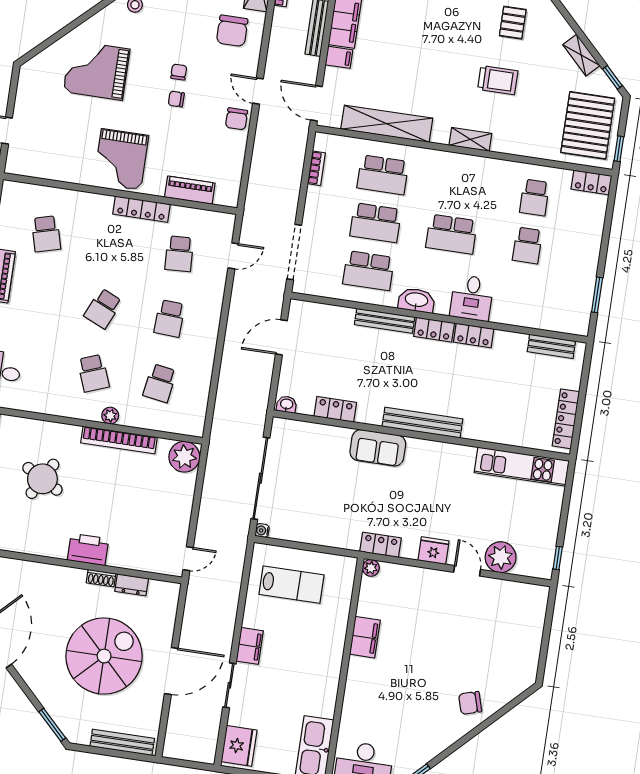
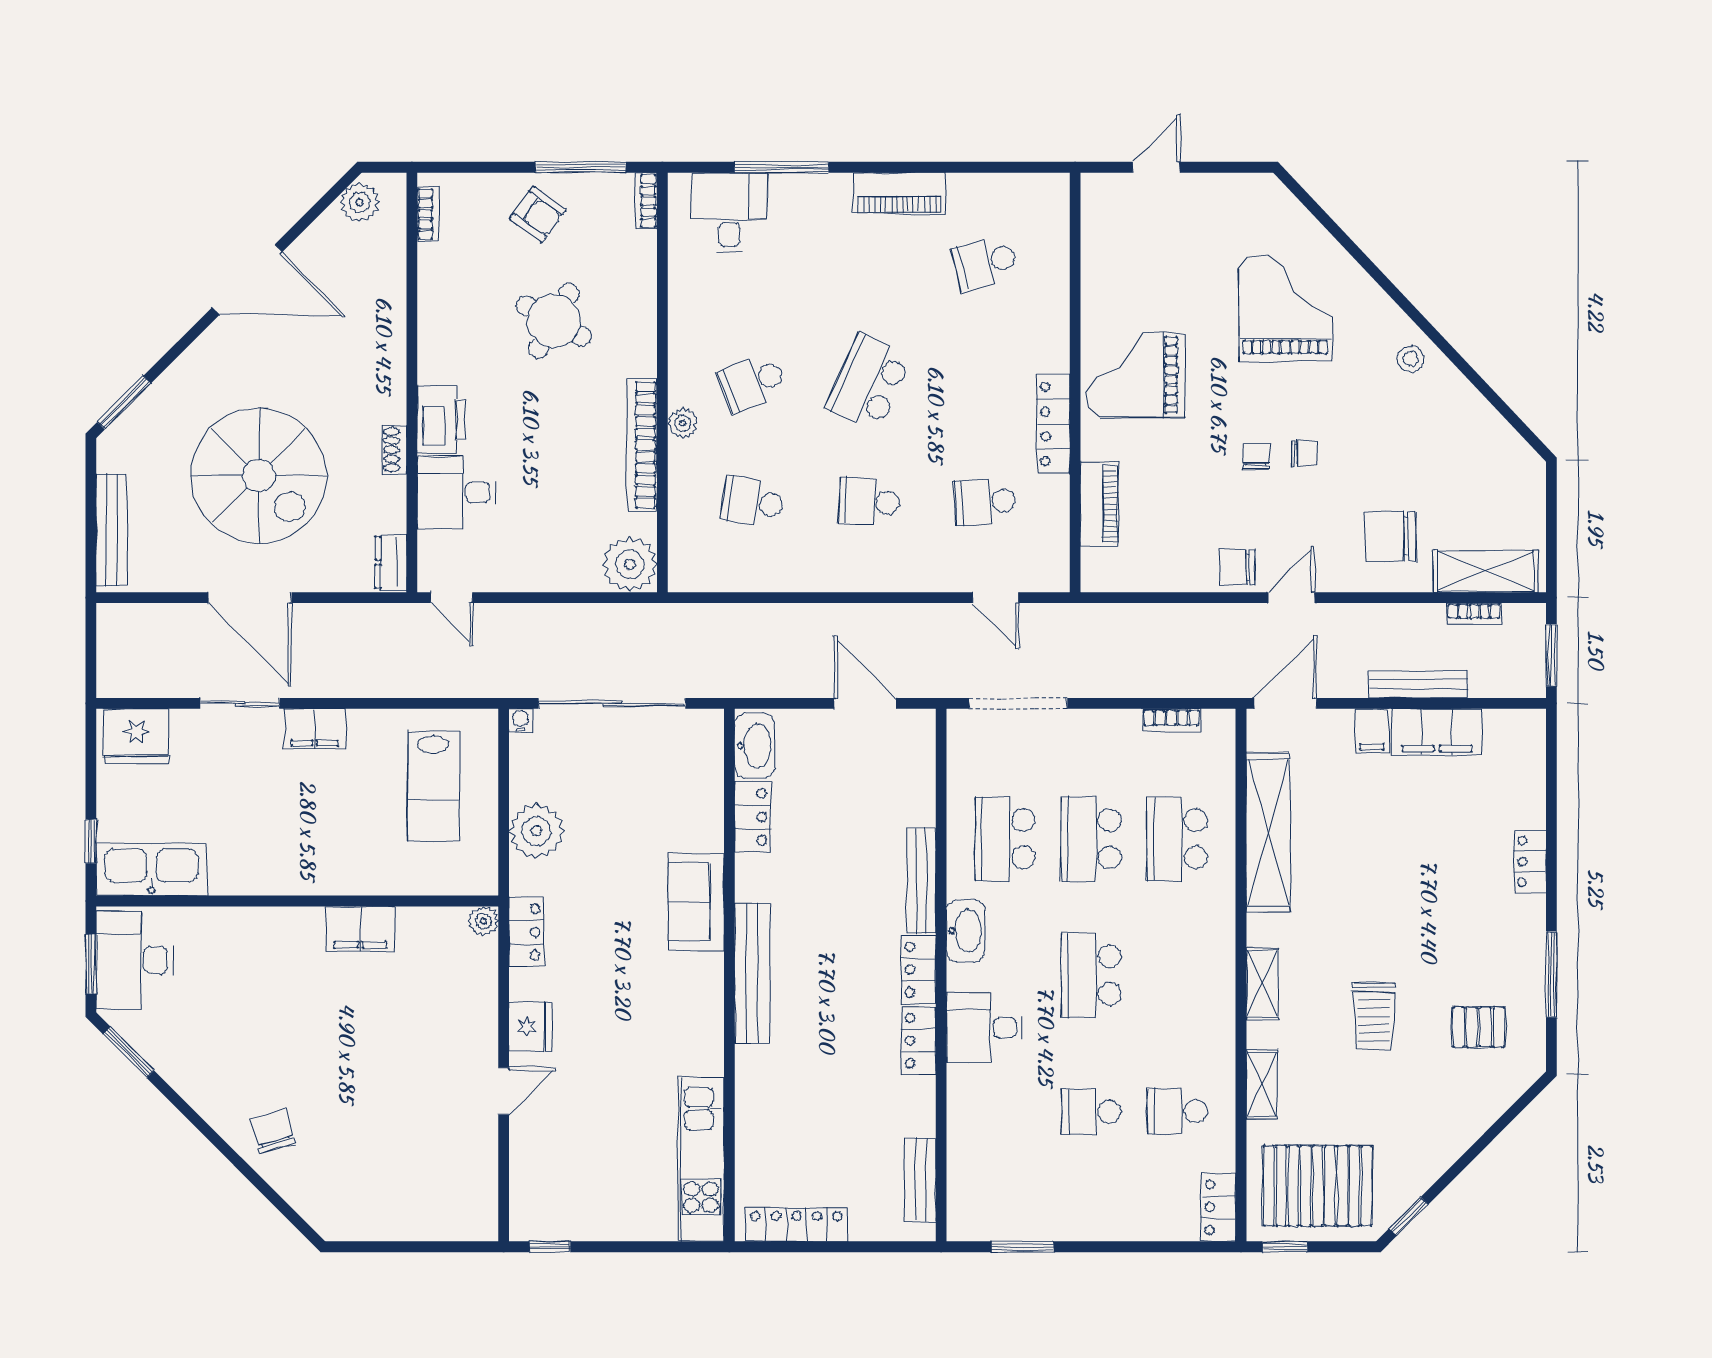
shelving: (581, 55) -> (1262, 1084), moved, turned -45
school desk: (103, 309) -> (869, 382), width x1.85
washbasin: (287, 404) -> (755, 746), width x1.91, depth x1.45
desk: (130, 547) -> (456, 493), added
plant: (501, 557) -> (536, 831), moved
dresser: (132, 585) -> (391, 562), moved

